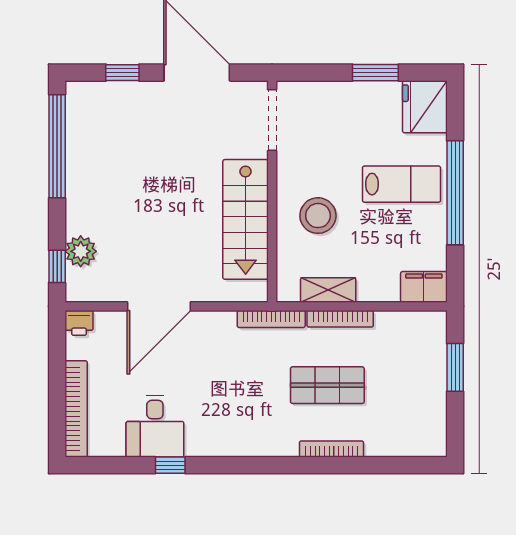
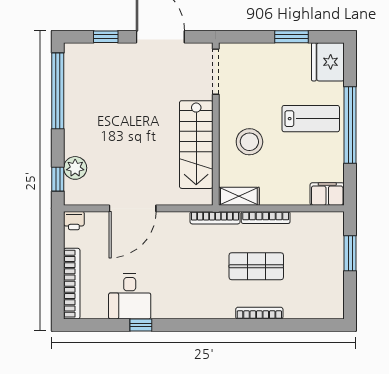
shelving: (328, 290) -> (239, 196), moved

